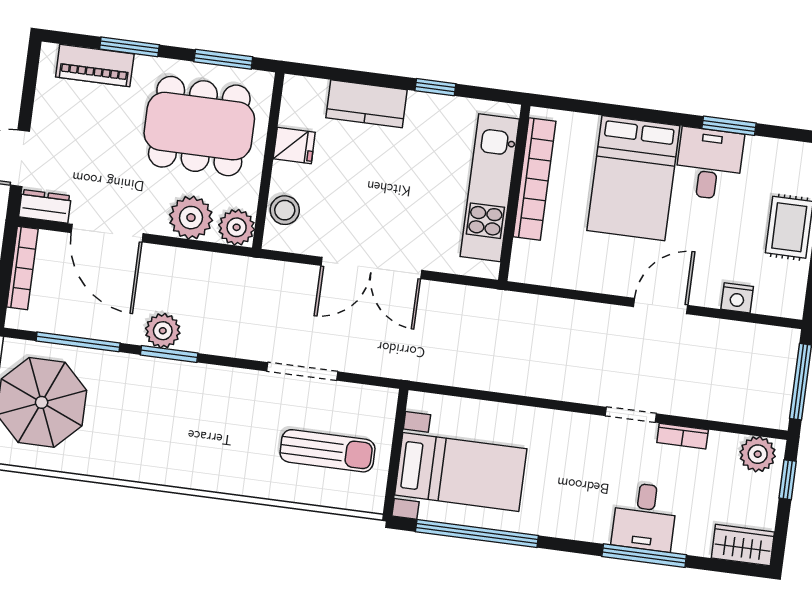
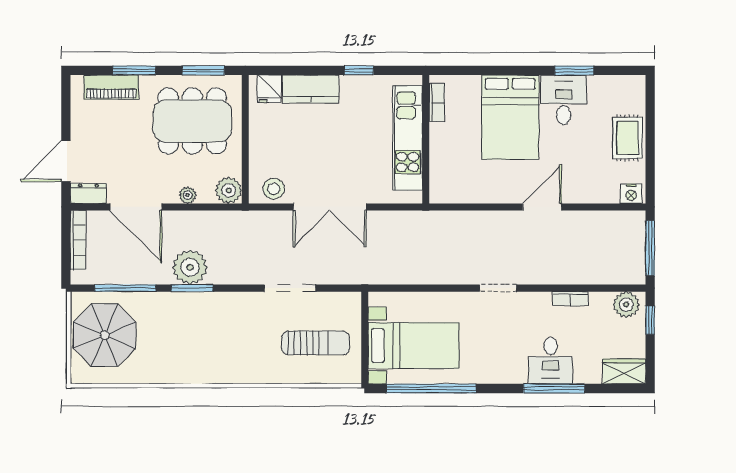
fridge: (294, 146) -> (269, 89), moved, turned 90
bookcase: (535, 179) -> (437, 102), width x0.43, depth x0.76
stool: (285, 210) -> (274, 189), moved
plant: (191, 218) -> (188, 195), width x0.53, depth x0.53
nightstand: (737, 298) -> (631, 194), moved
plant: (163, 331) -> (190, 267), width x1.36, depth x1.36
doorway: (631, 415) -> (498, 288), moved

